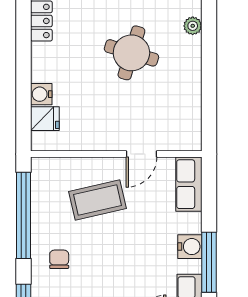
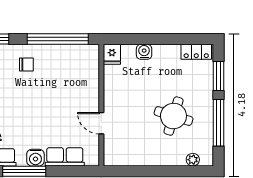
fridge: (45, 119) -> (112, 54), moved
row of seats: (189, 184) -> (65, 157), moved
coffee table: (98, 200) -> (69, 92), removed

